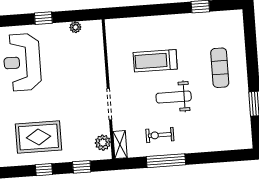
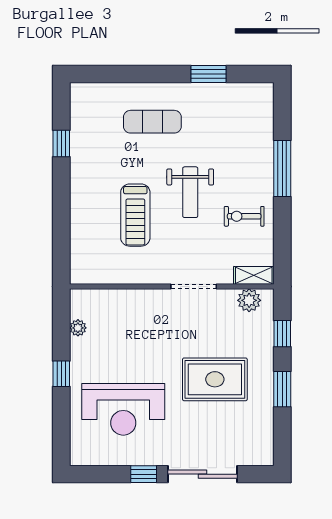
exercise bike: (160, 135) -> (244, 216), turned 90
rug: (38, 137) -> (215, 379), moved, turned 90
window: (166, 161) -> (282, 168), moved
window: (44, 170) -> (282, 389), width x1.50

